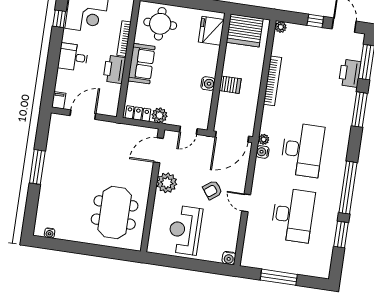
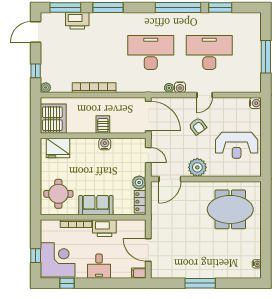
window: (315, 21) -> (36, 71), moved
plant: (264, 139) -> (169, 88), moved
door: (158, 150) -> (170, 179), hinge flipped
water cooler: (263, 152) -> (180, 87), moved

